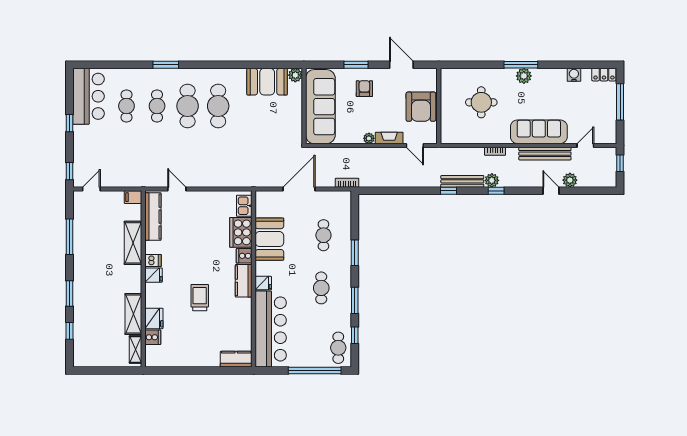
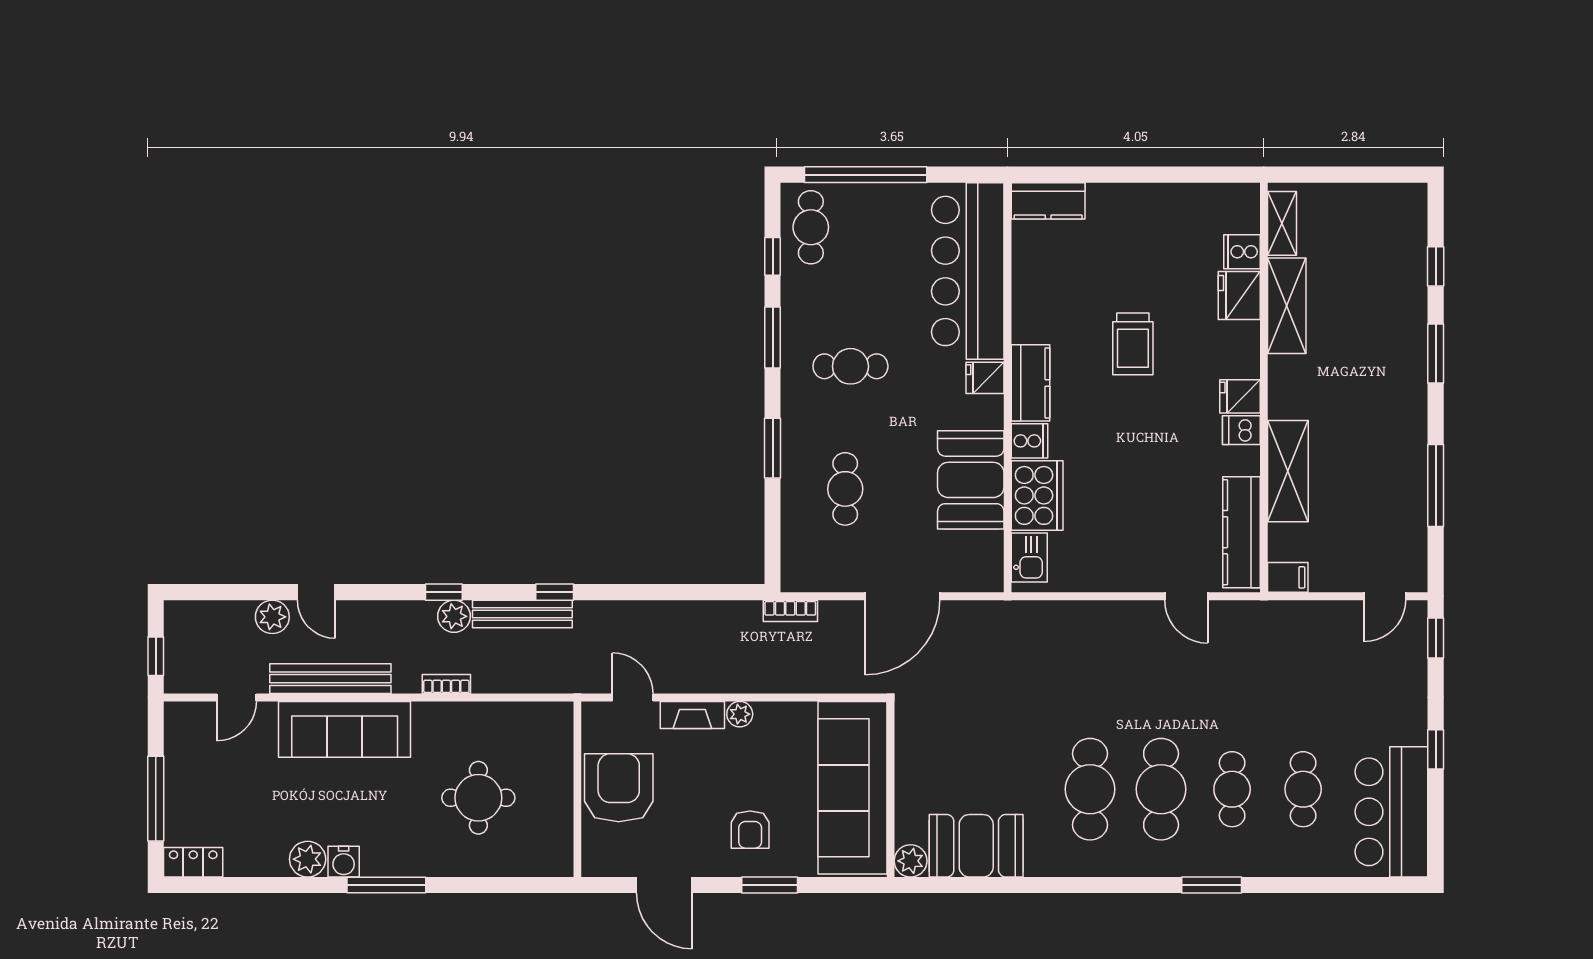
water cooler: (574, 75) -> (344, 862), moved
plant: (524, 76) -> (308, 859), moved
cafe table: (321, 288) -> (850, 366), turned 90

